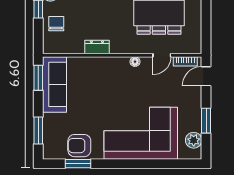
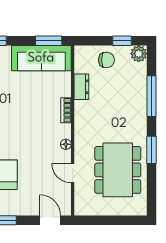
dresser: (97, 47) -> (81, 87), moved
bookcase: (185, 61) -> (66, 110), moved

